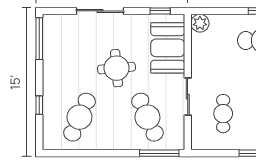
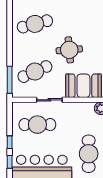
cafe table: (223, 114) -> (37, 125), width x1.37, depth x1.35
cafe table: (79, 117) -> (35, 24), turned -39

